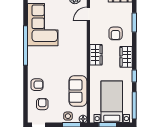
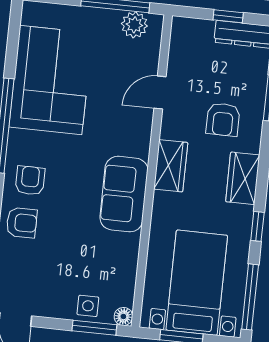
door: (88, 14) -> (160, 93), moved
sofa: (78, 91) -> (124, 194), moved
armchair: (42, 104) -> (30, 181), moved

